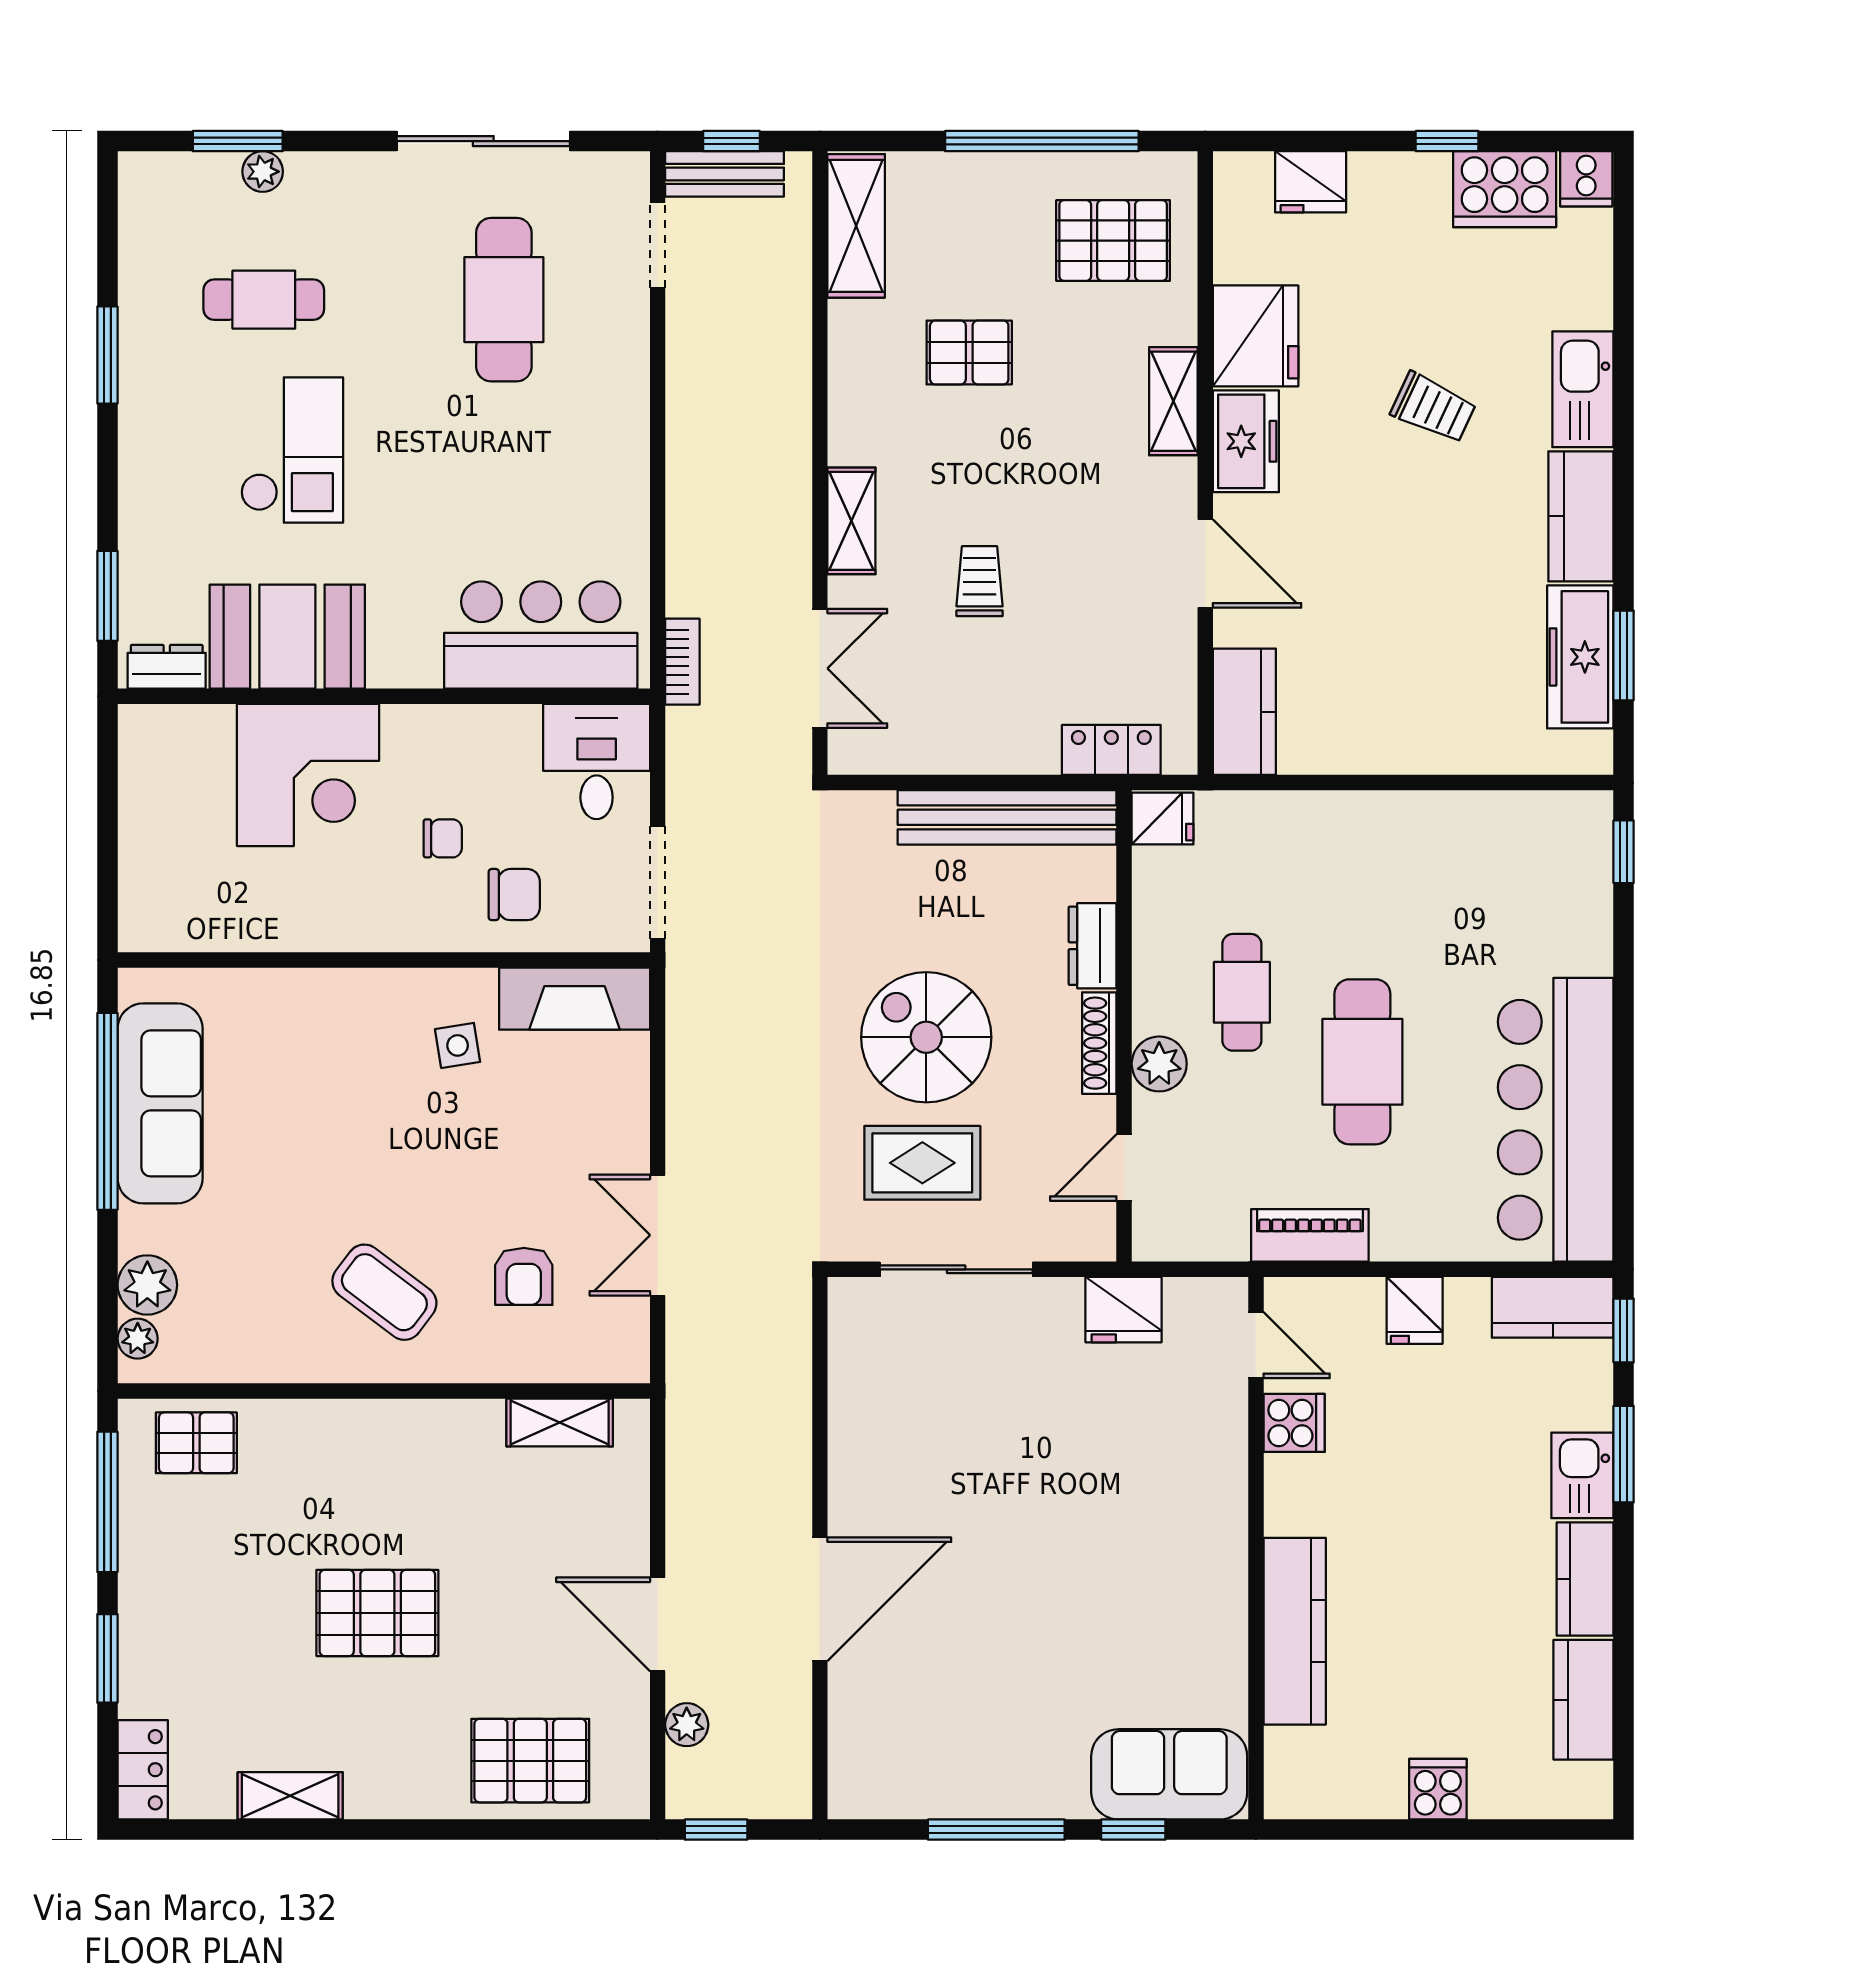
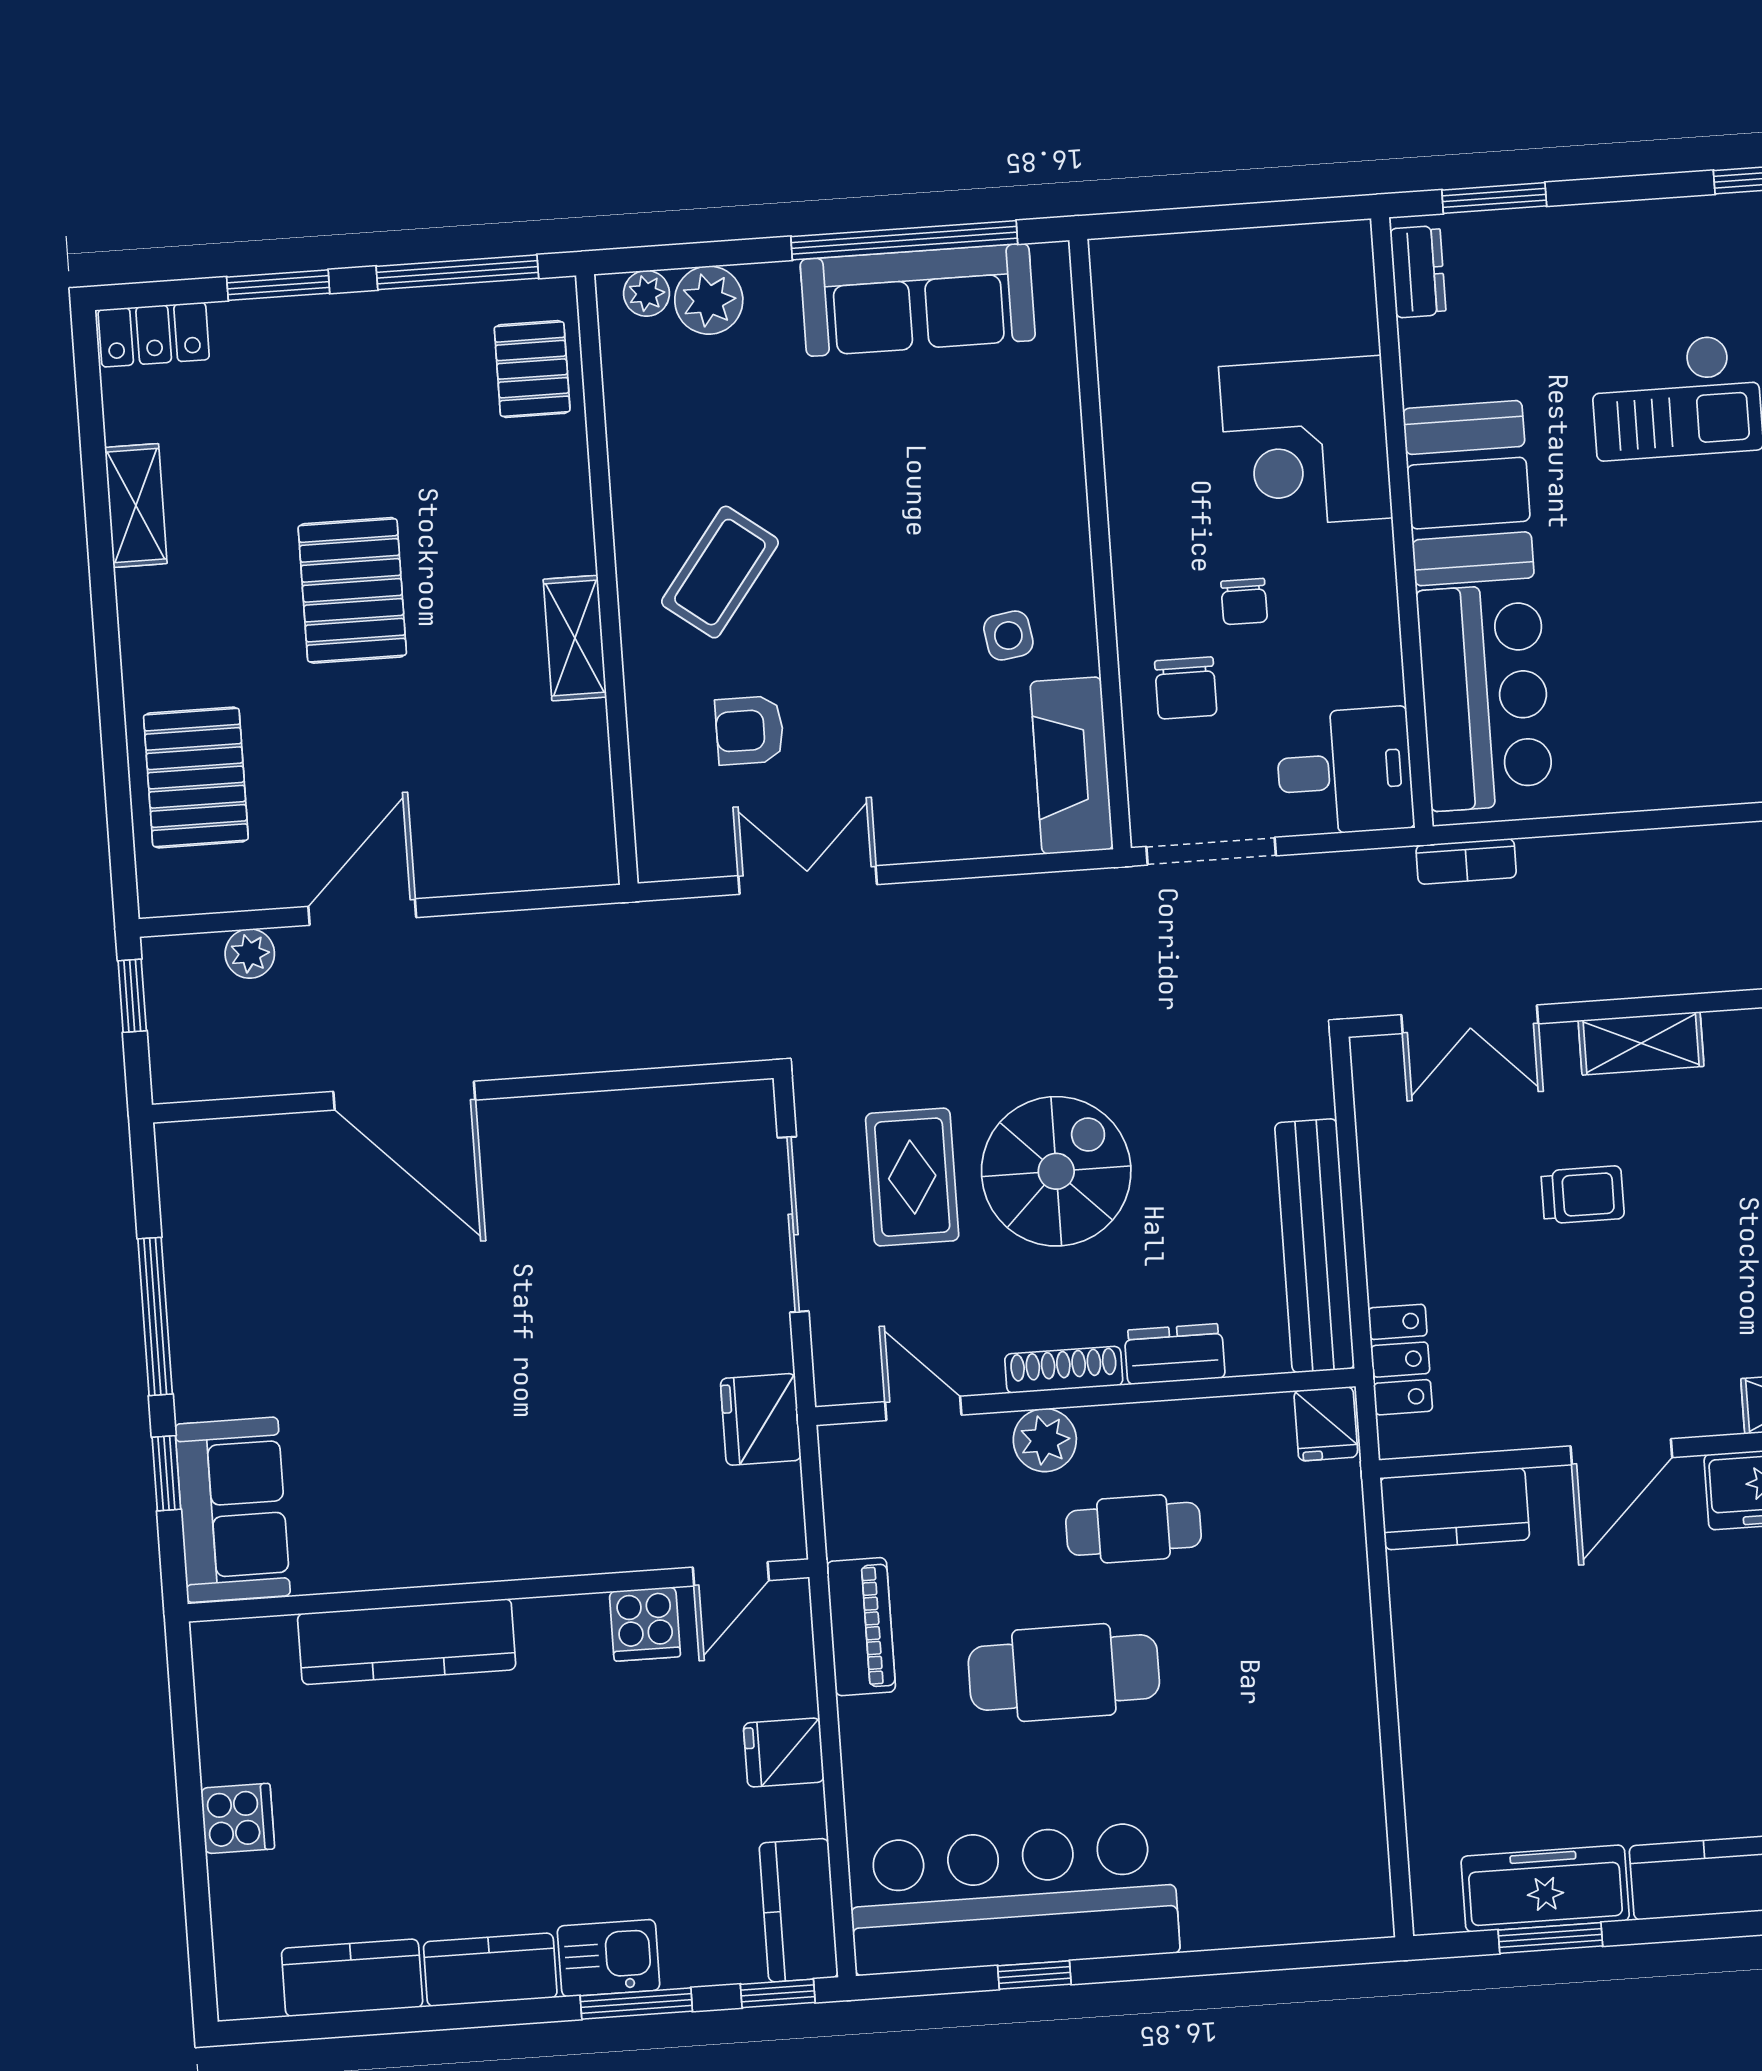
booth: (287, 637) -> (1468, 493), moved
window: (1624, 852) -> (1034, 1975), moved
shelving: (560, 1422) -> (575, 638), moved

